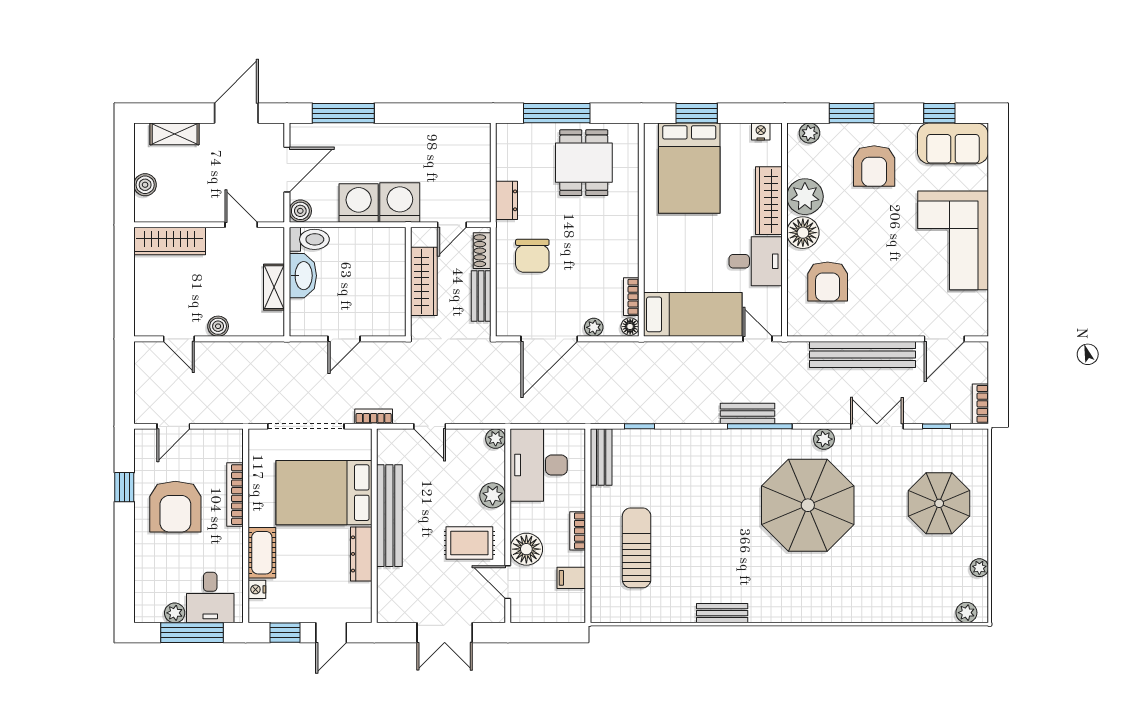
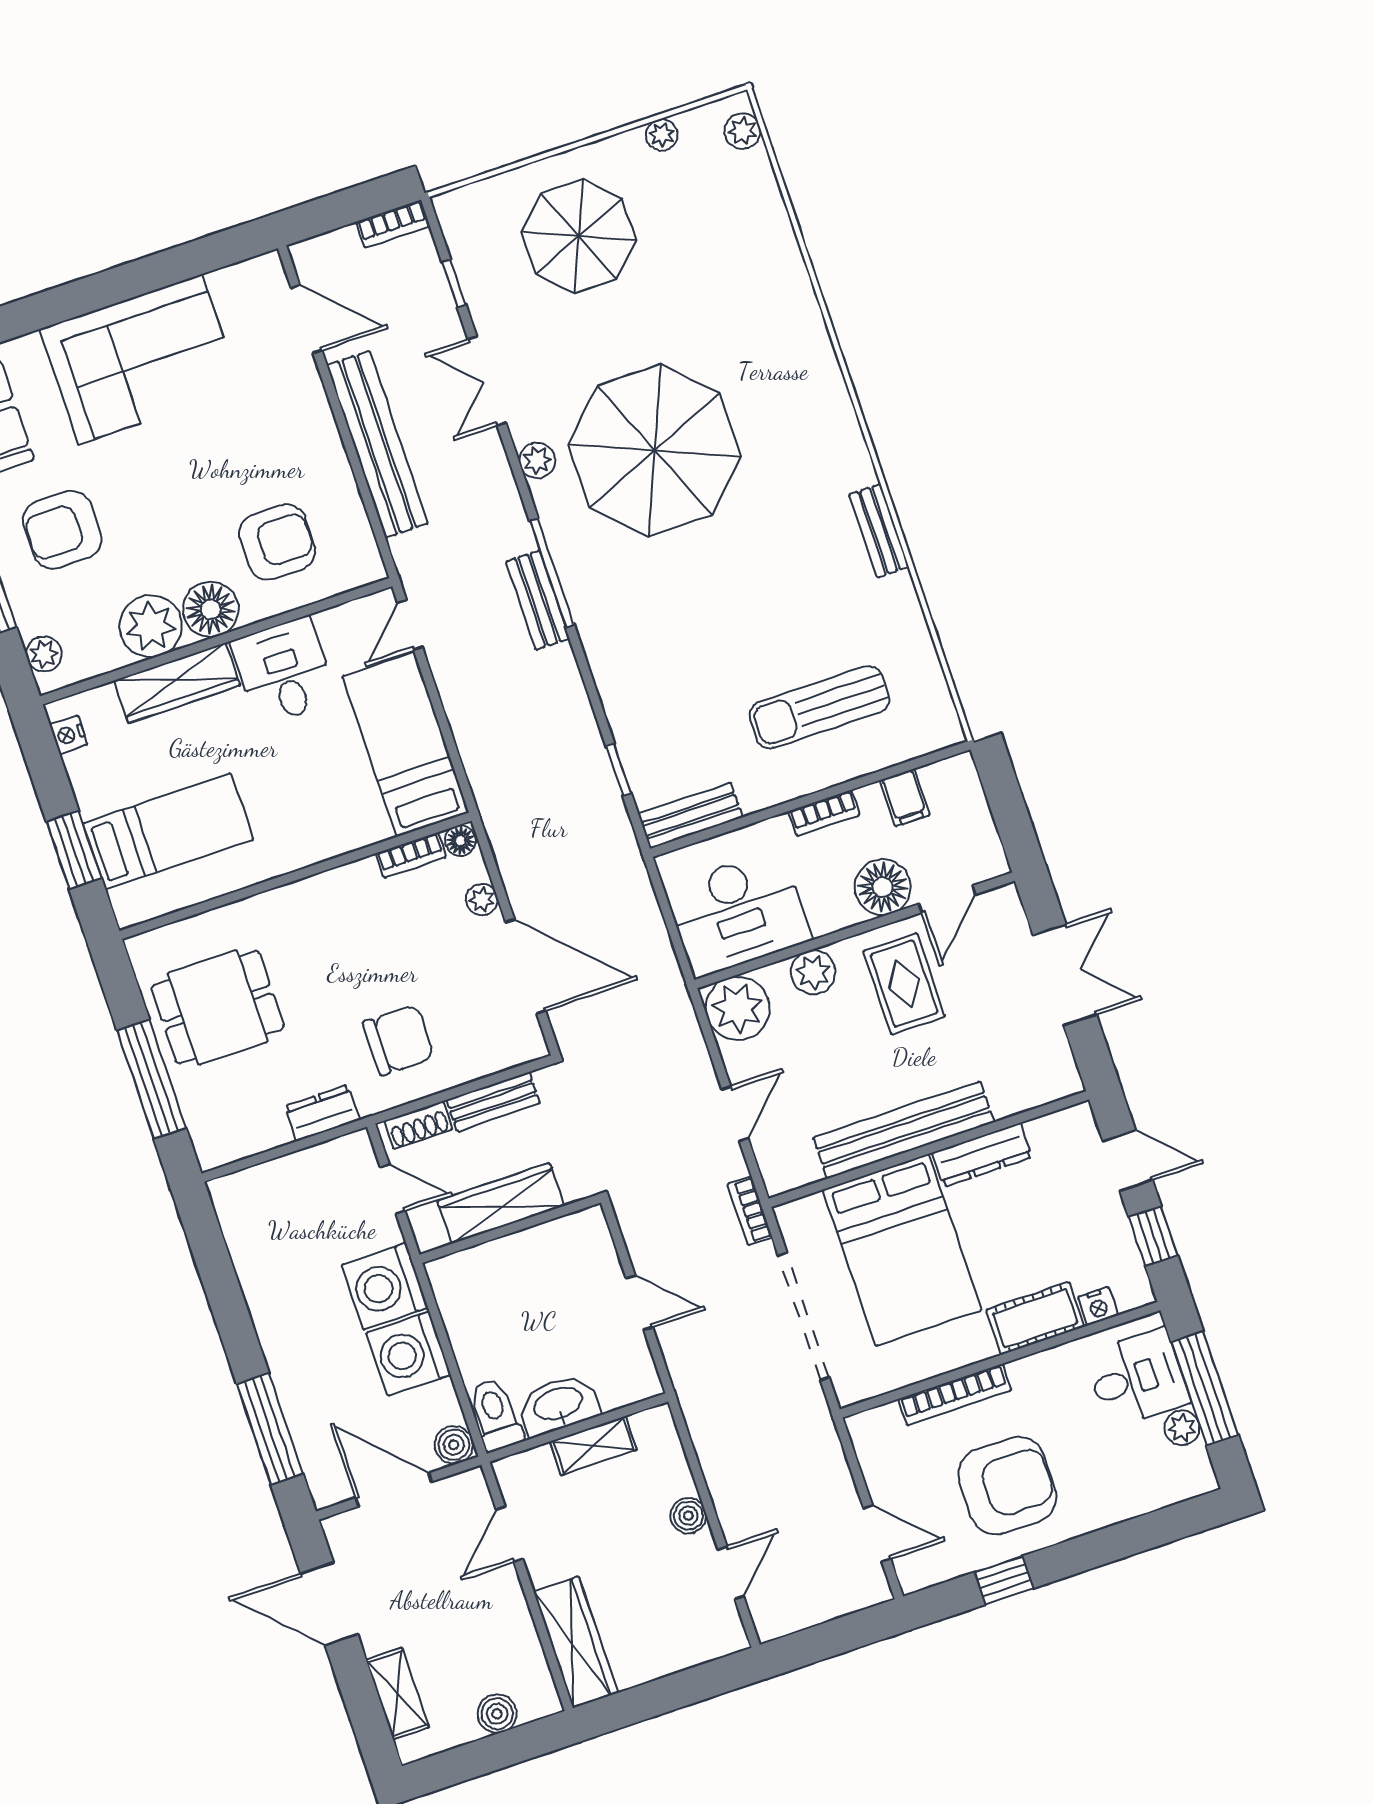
armchair: (874, 166) -> (62, 530), turned 180
bed: (689, 168) -> (168, 831), width x0.67
plant: (496, 439) -> (737, 1008), width x1.88, depth x1.88

